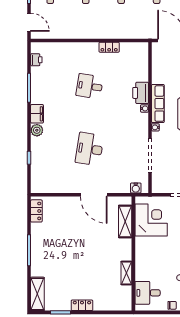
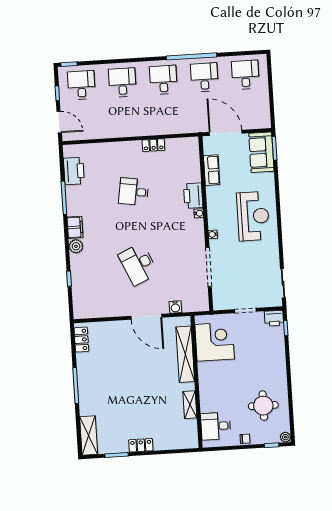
printer: (36, 60) -> (74, 171), width x1.87, depth x1.48
row of seats: (158, 104) -> (212, 170), moved, width x0.68
desk: (90, 149) -> (138, 264), turned -33
water cooler: (136, 188) -> (175, 307), moved
shelving: (125, 221) -> (185, 354), width x1.47

